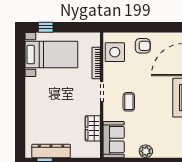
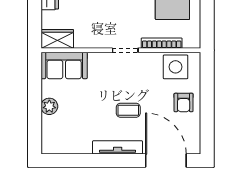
coffee table: (129, 102) -> (128, 110), moved
wardrobe: (93, 128) -> (57, 39), moved

